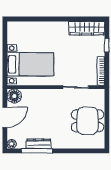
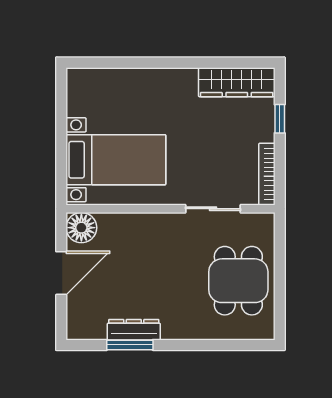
dining table: (88, 121) -> (238, 281), turned 90
plant: (12, 144) -> (76, 330), removed
window: (37, 151) -> (130, 345), width x0.69

